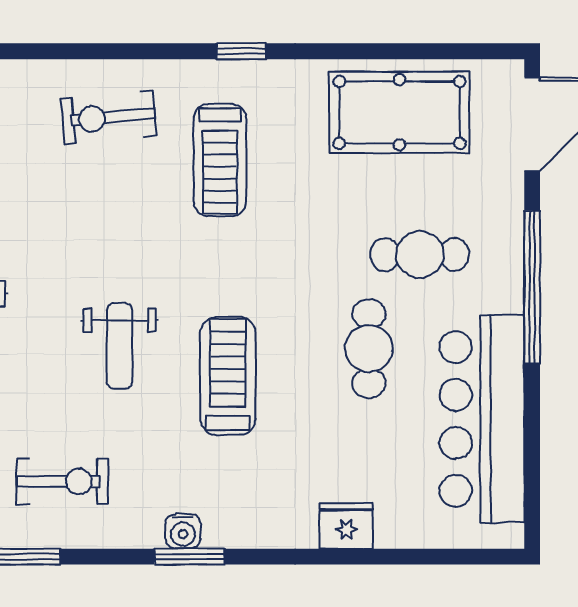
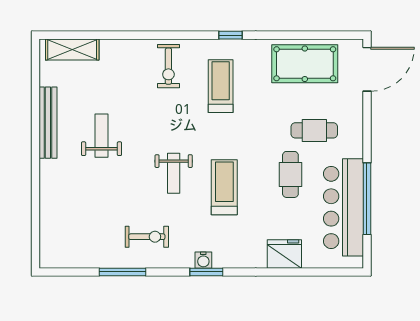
exercise bike: (109, 117) -> (168, 66), turned -85
treadmill: (220, 160) -> (221, 86), turned 180
window: (532, 287) -> (367, 199), moved
fridge: (346, 526) -> (284, 254), width x1.36, depth x1.34

